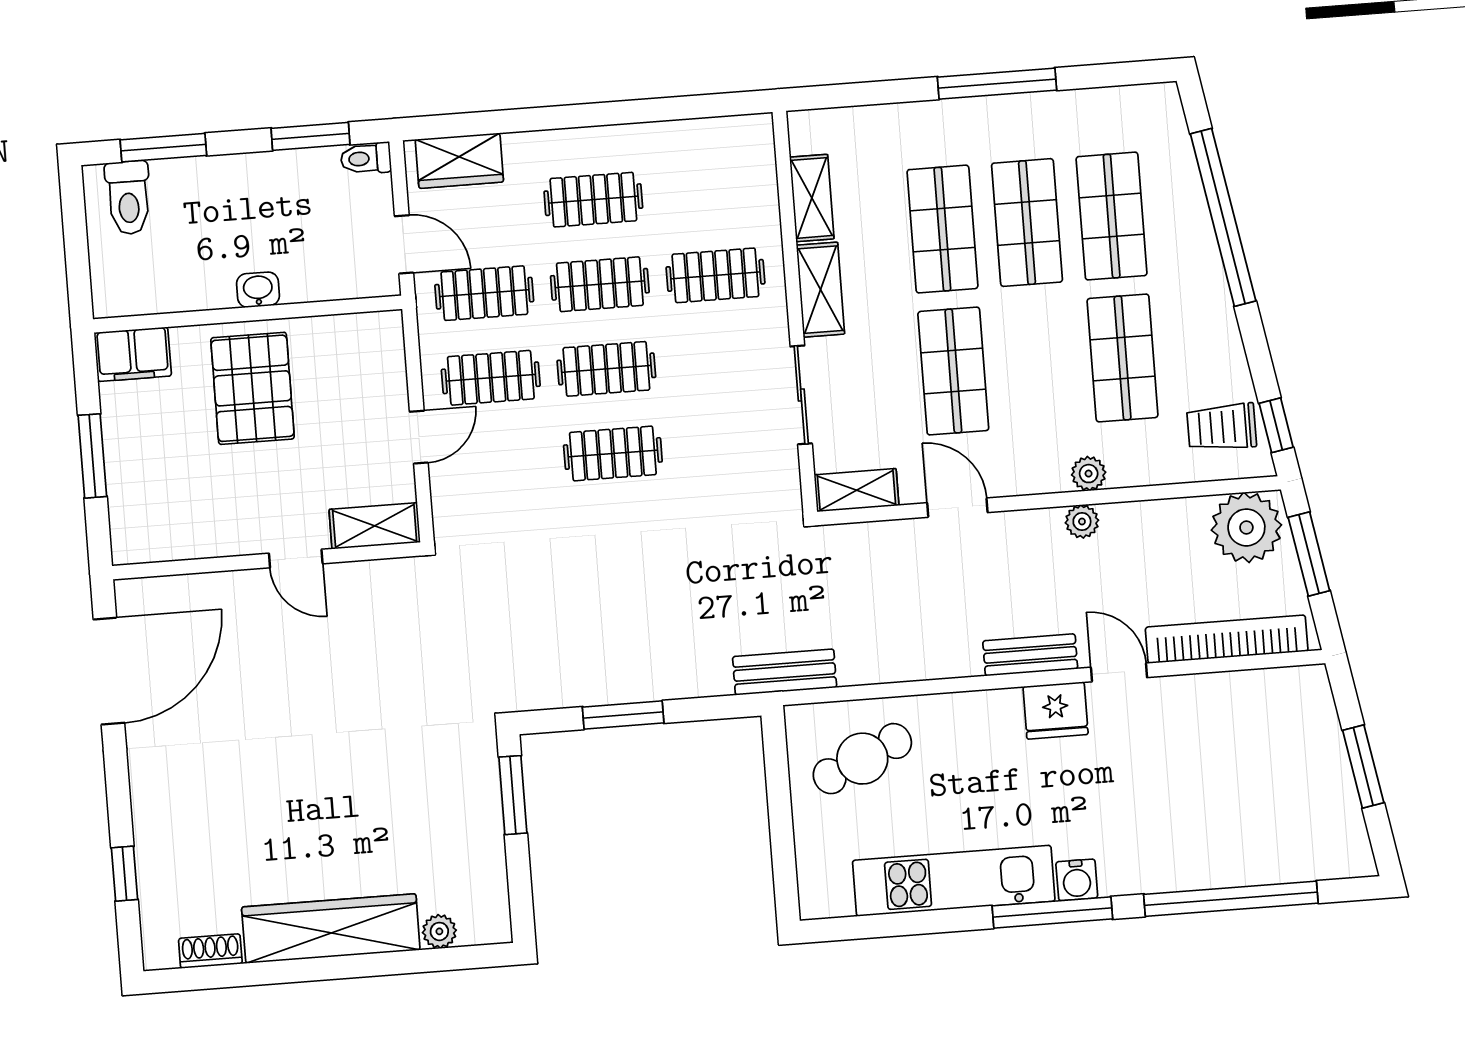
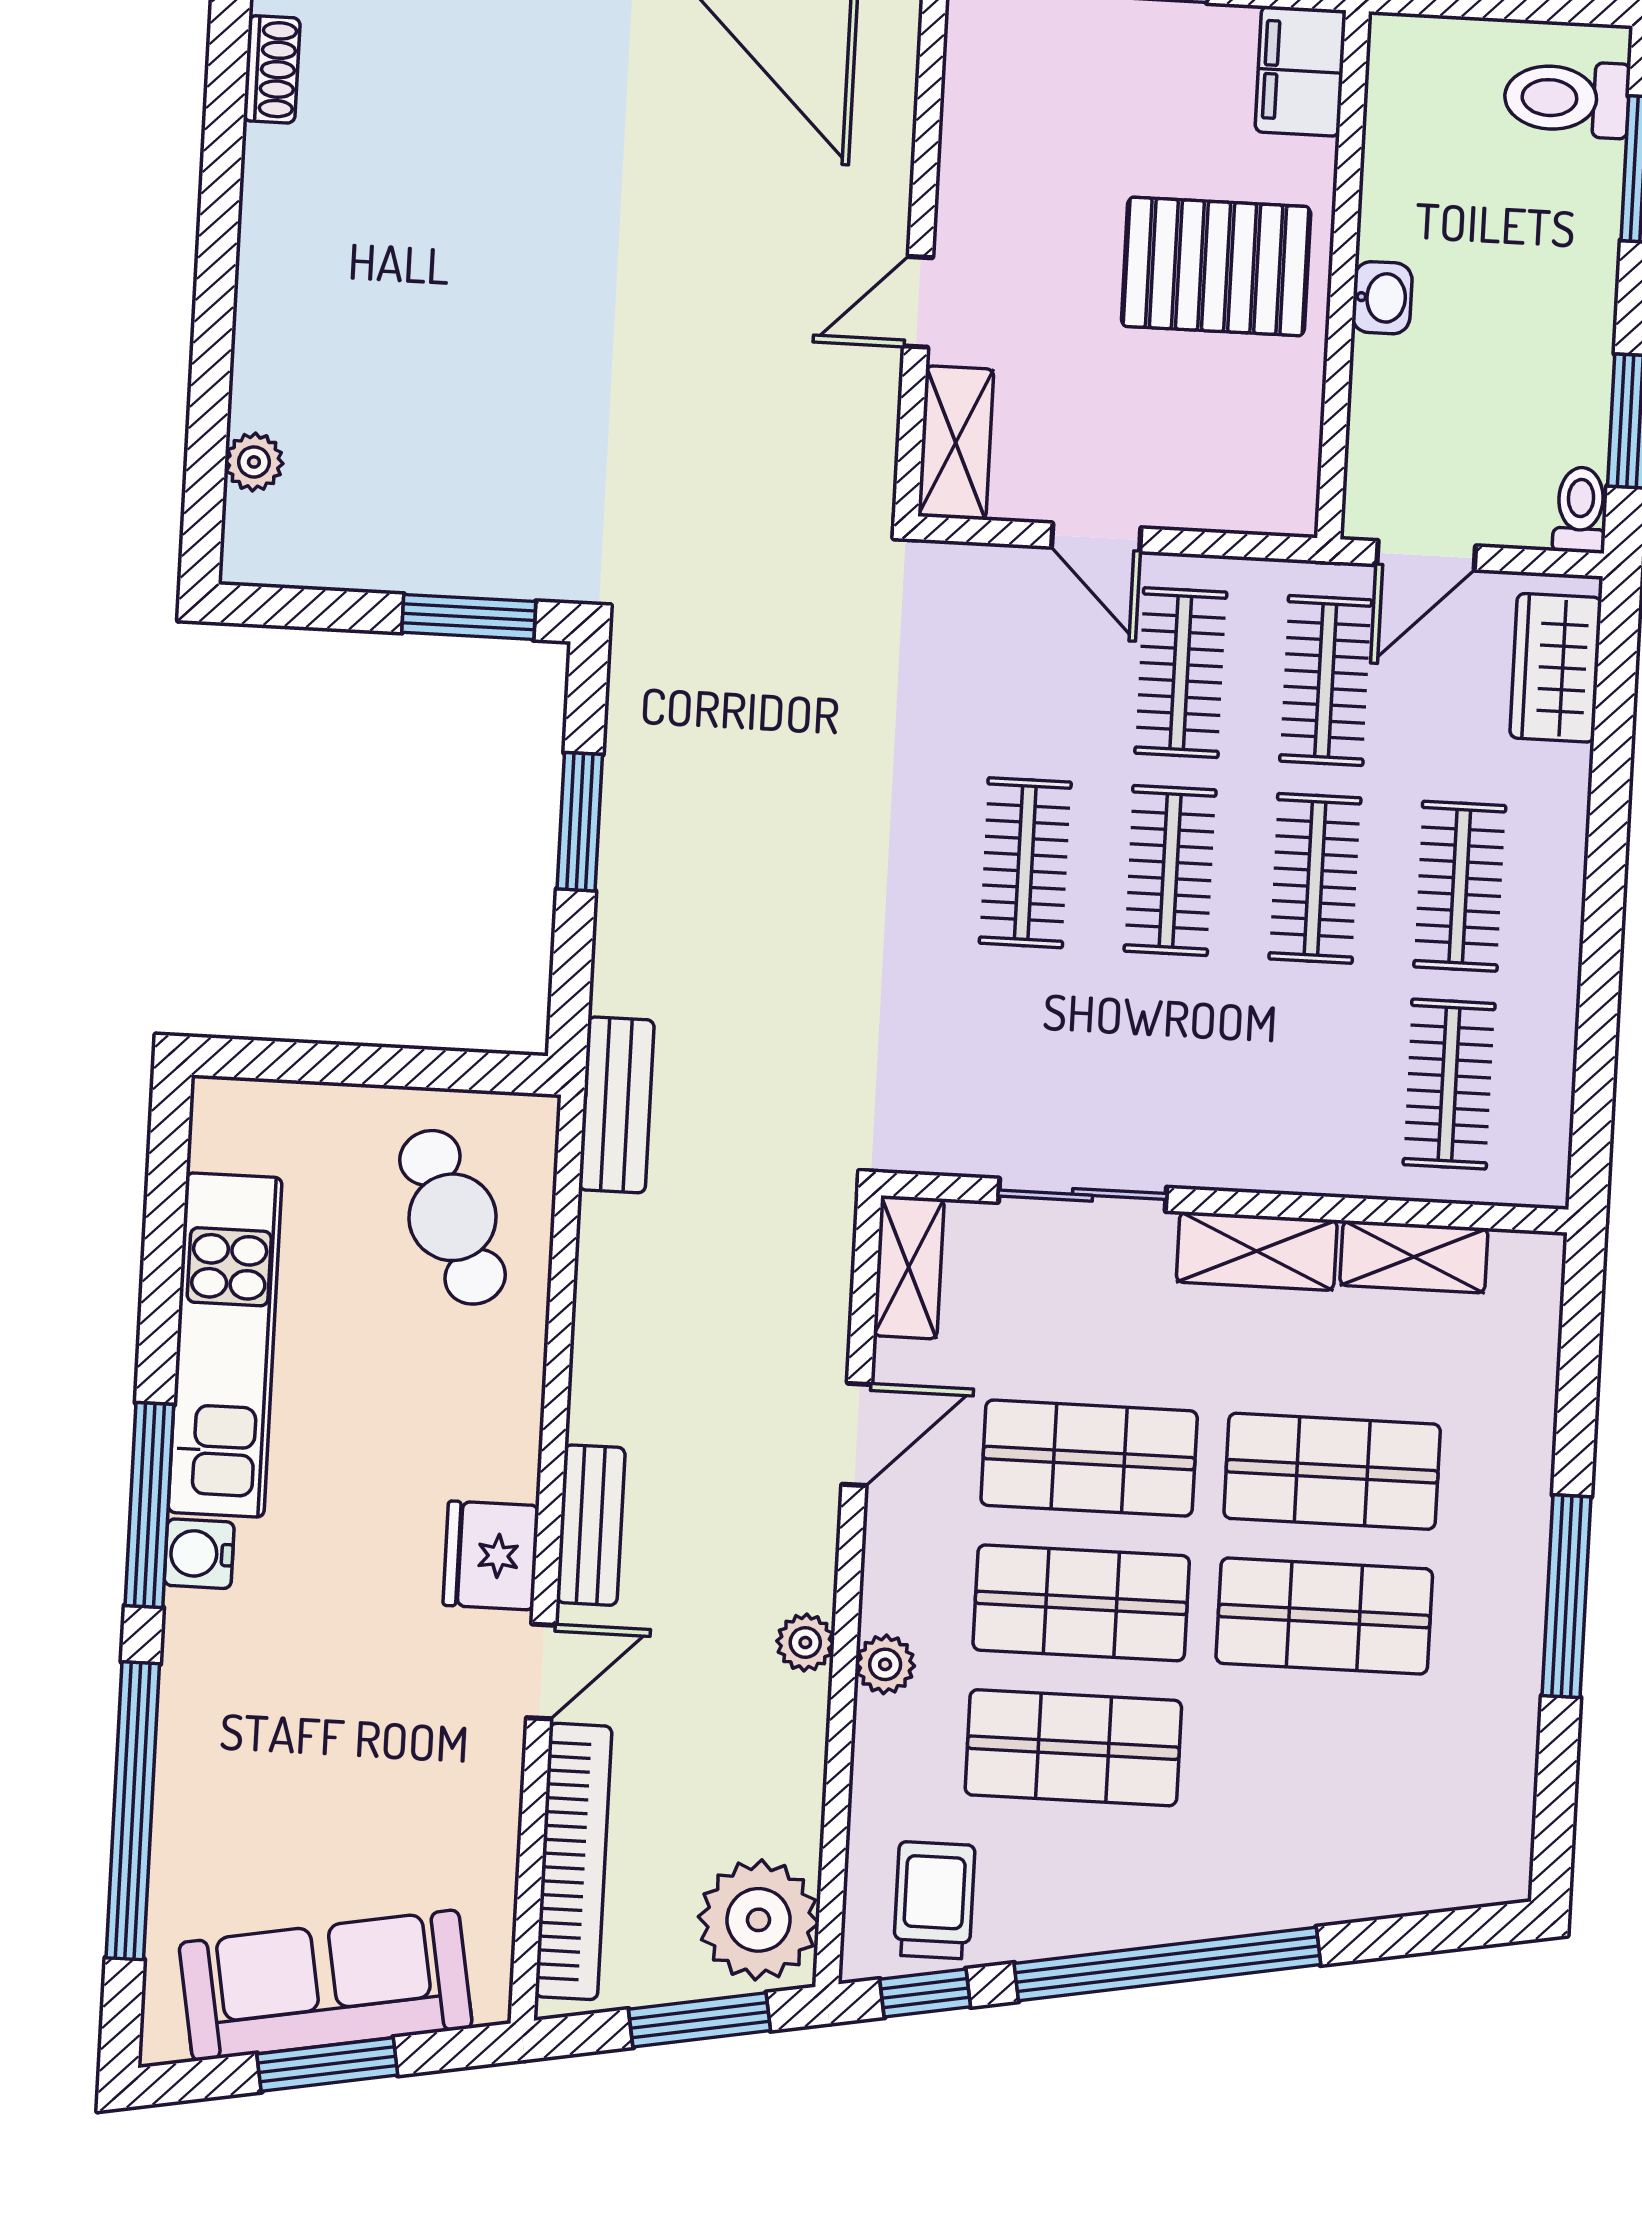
shop shelf: (1112, 216) -> (1081, 1603), moved
window: (1223, 217) -> (1167, 1964), moved
clothes rail: (715, 275) -> (1449, 1084), moved
sofa: (1317, 774) -> (326, 1985), added
wardrobe: (331, 928) -> (283, 279), removed

